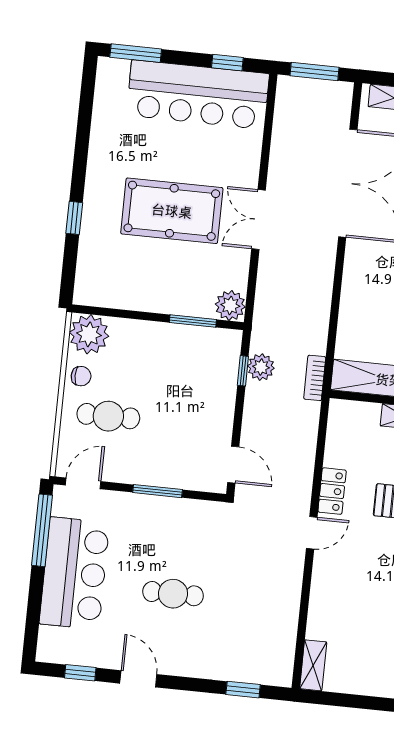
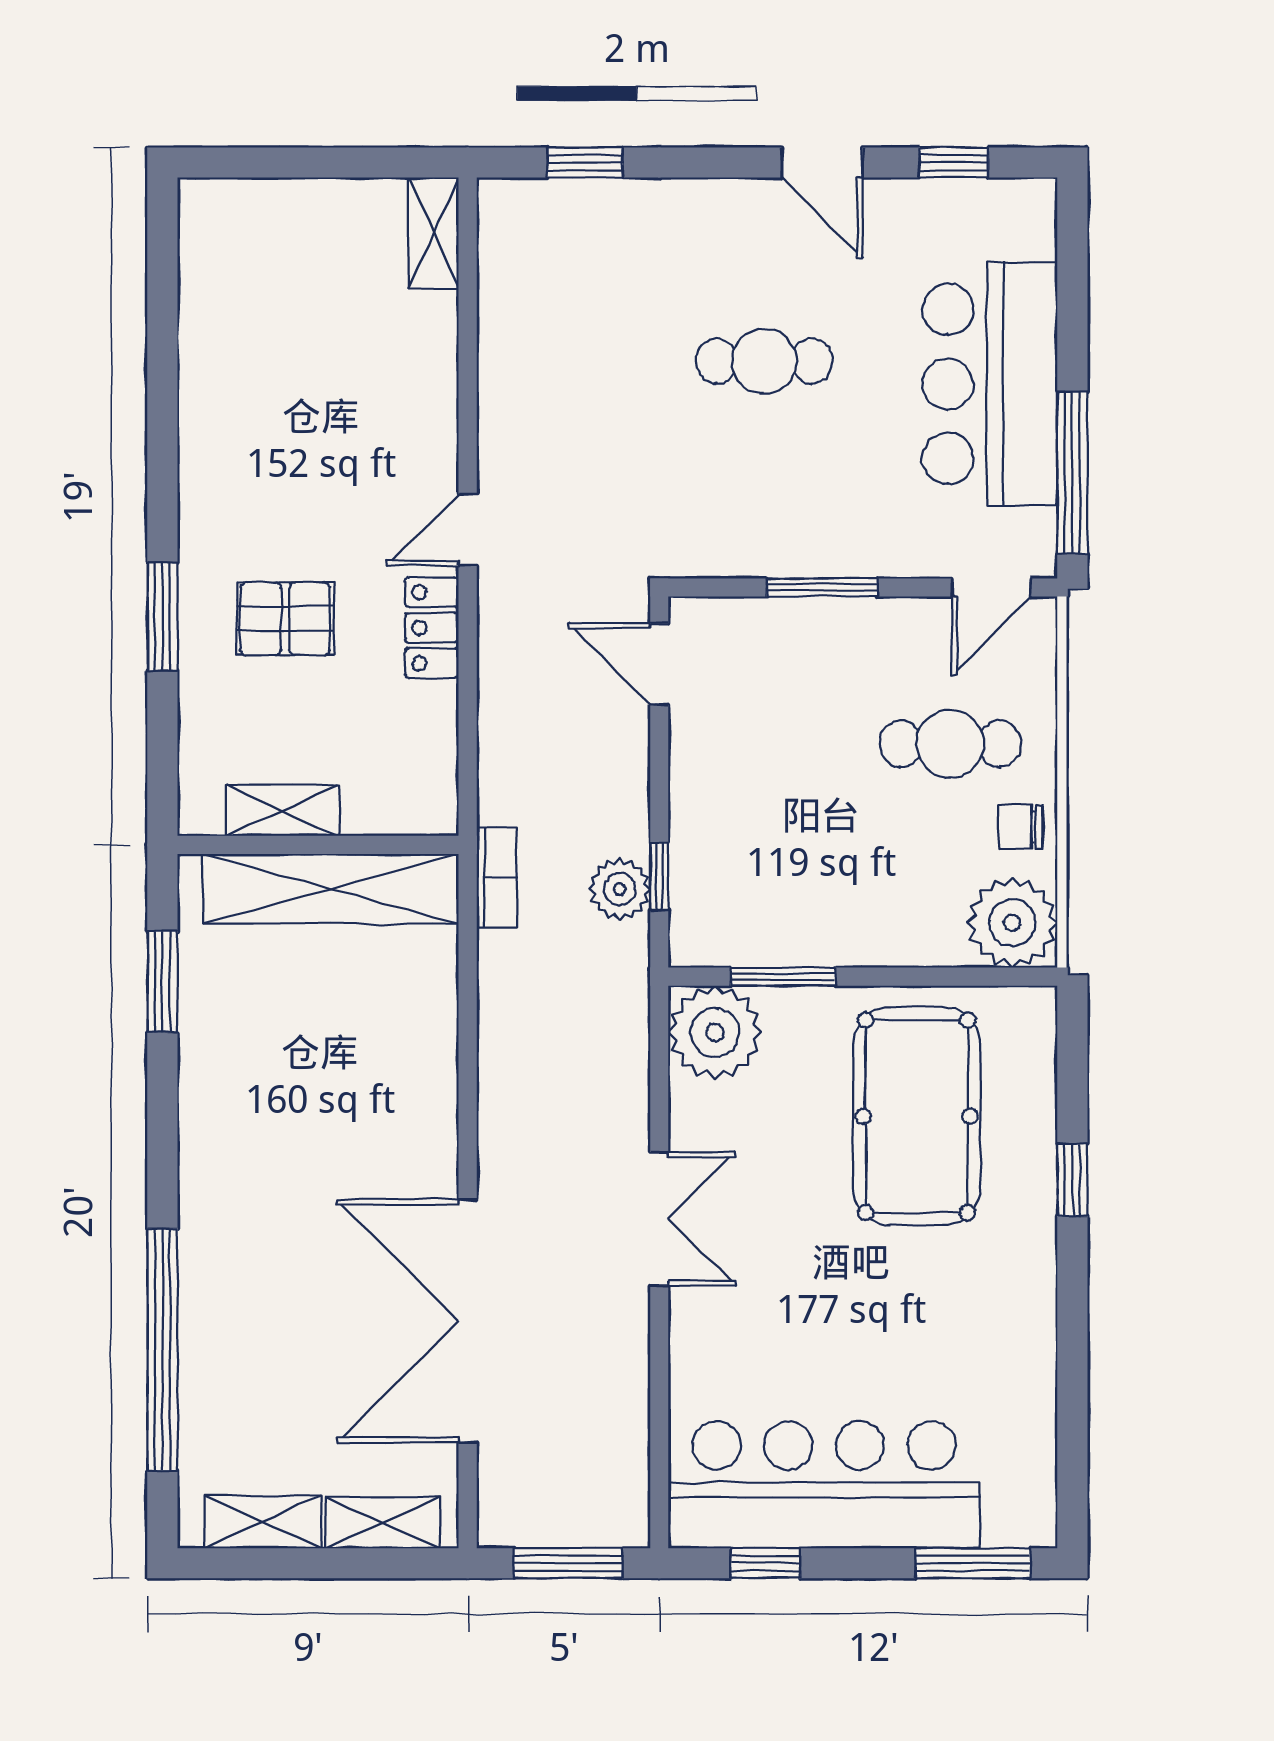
pool table: (172, 211) -> (917, 1116), moved, turned 90
plant: (230, 305) -> (715, 1032), width x1.36, depth x1.36

